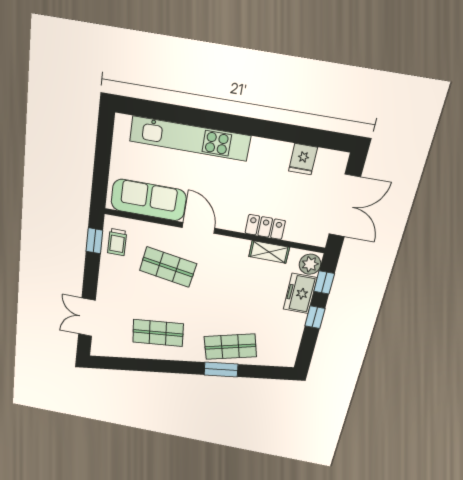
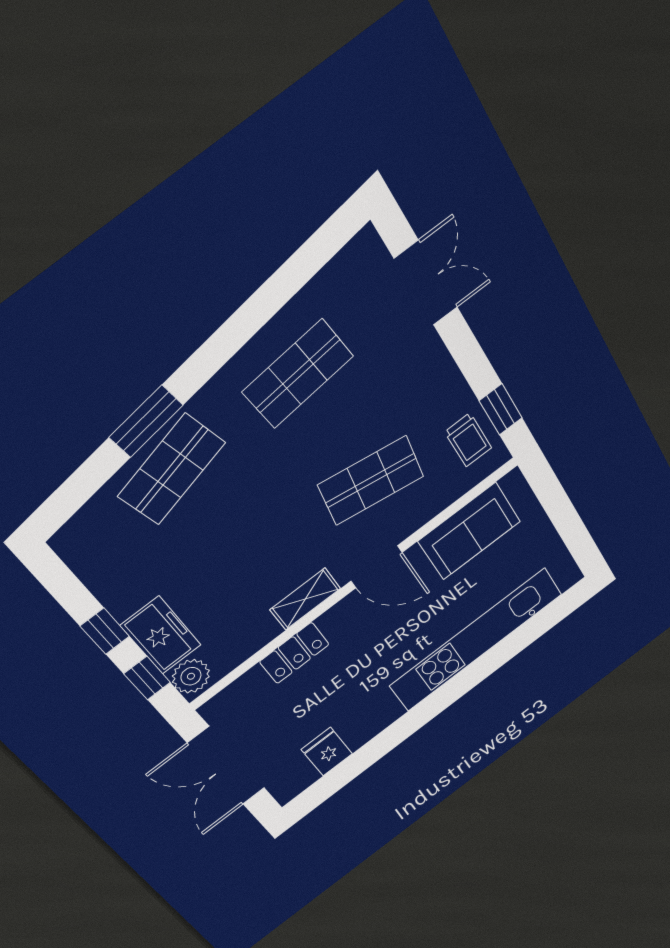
sofa: (148, 200) -> (469, 531), width x0.73
trolley: (117, 242) -> (468, 440), turned 180
shelving: (269, 252) -> (305, 599), moved

